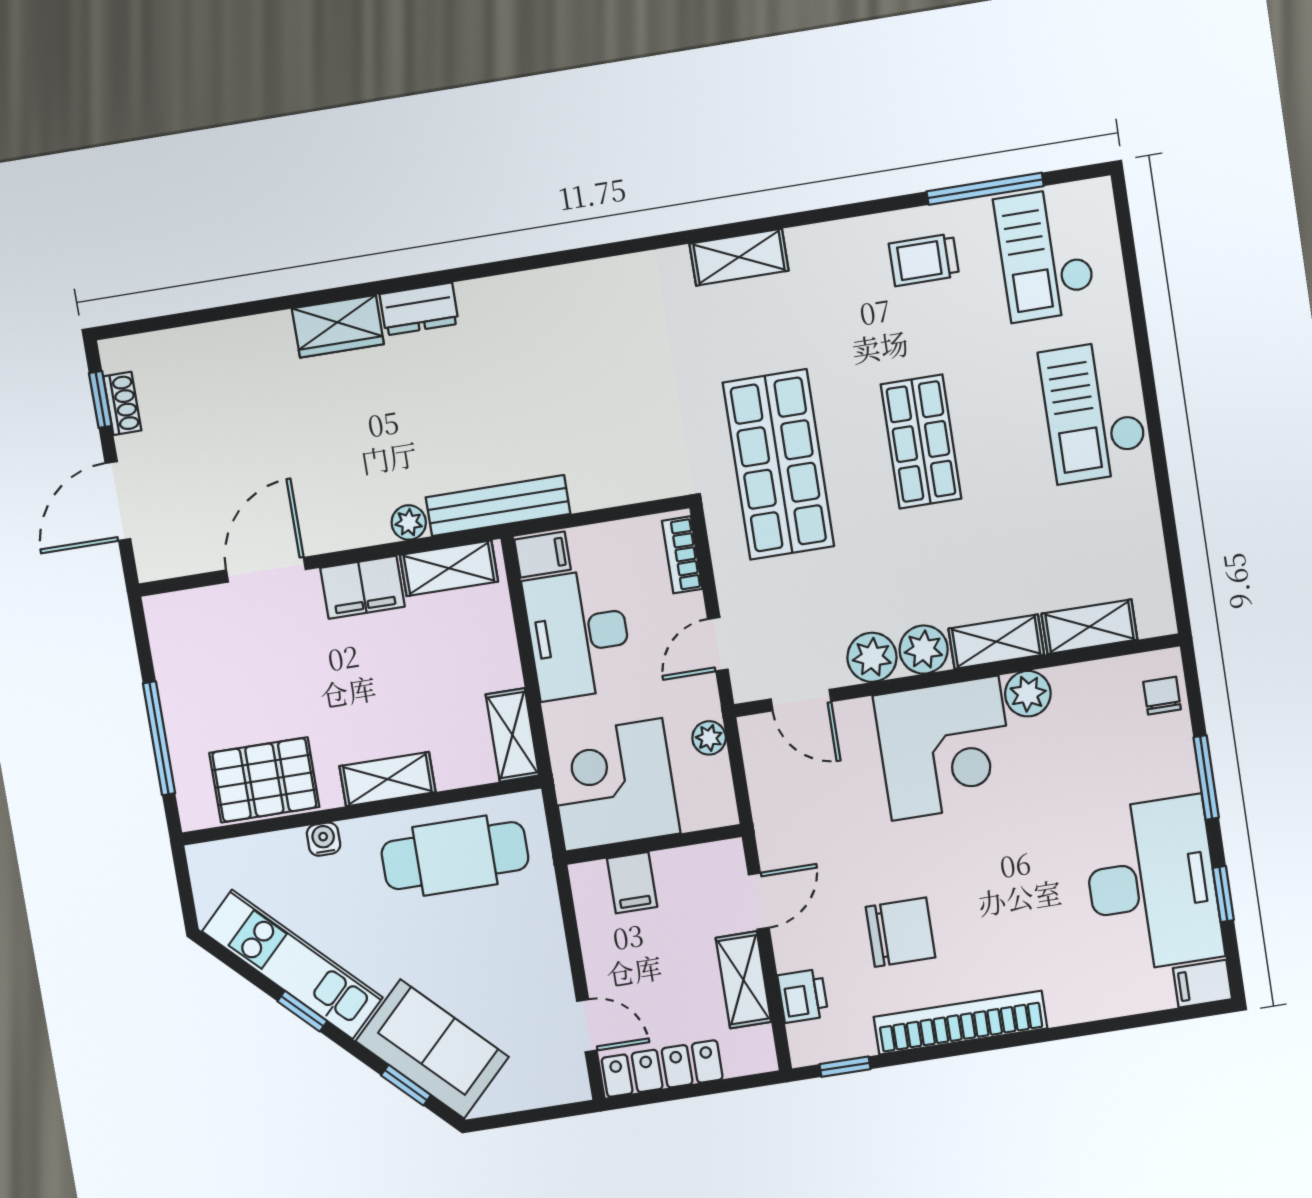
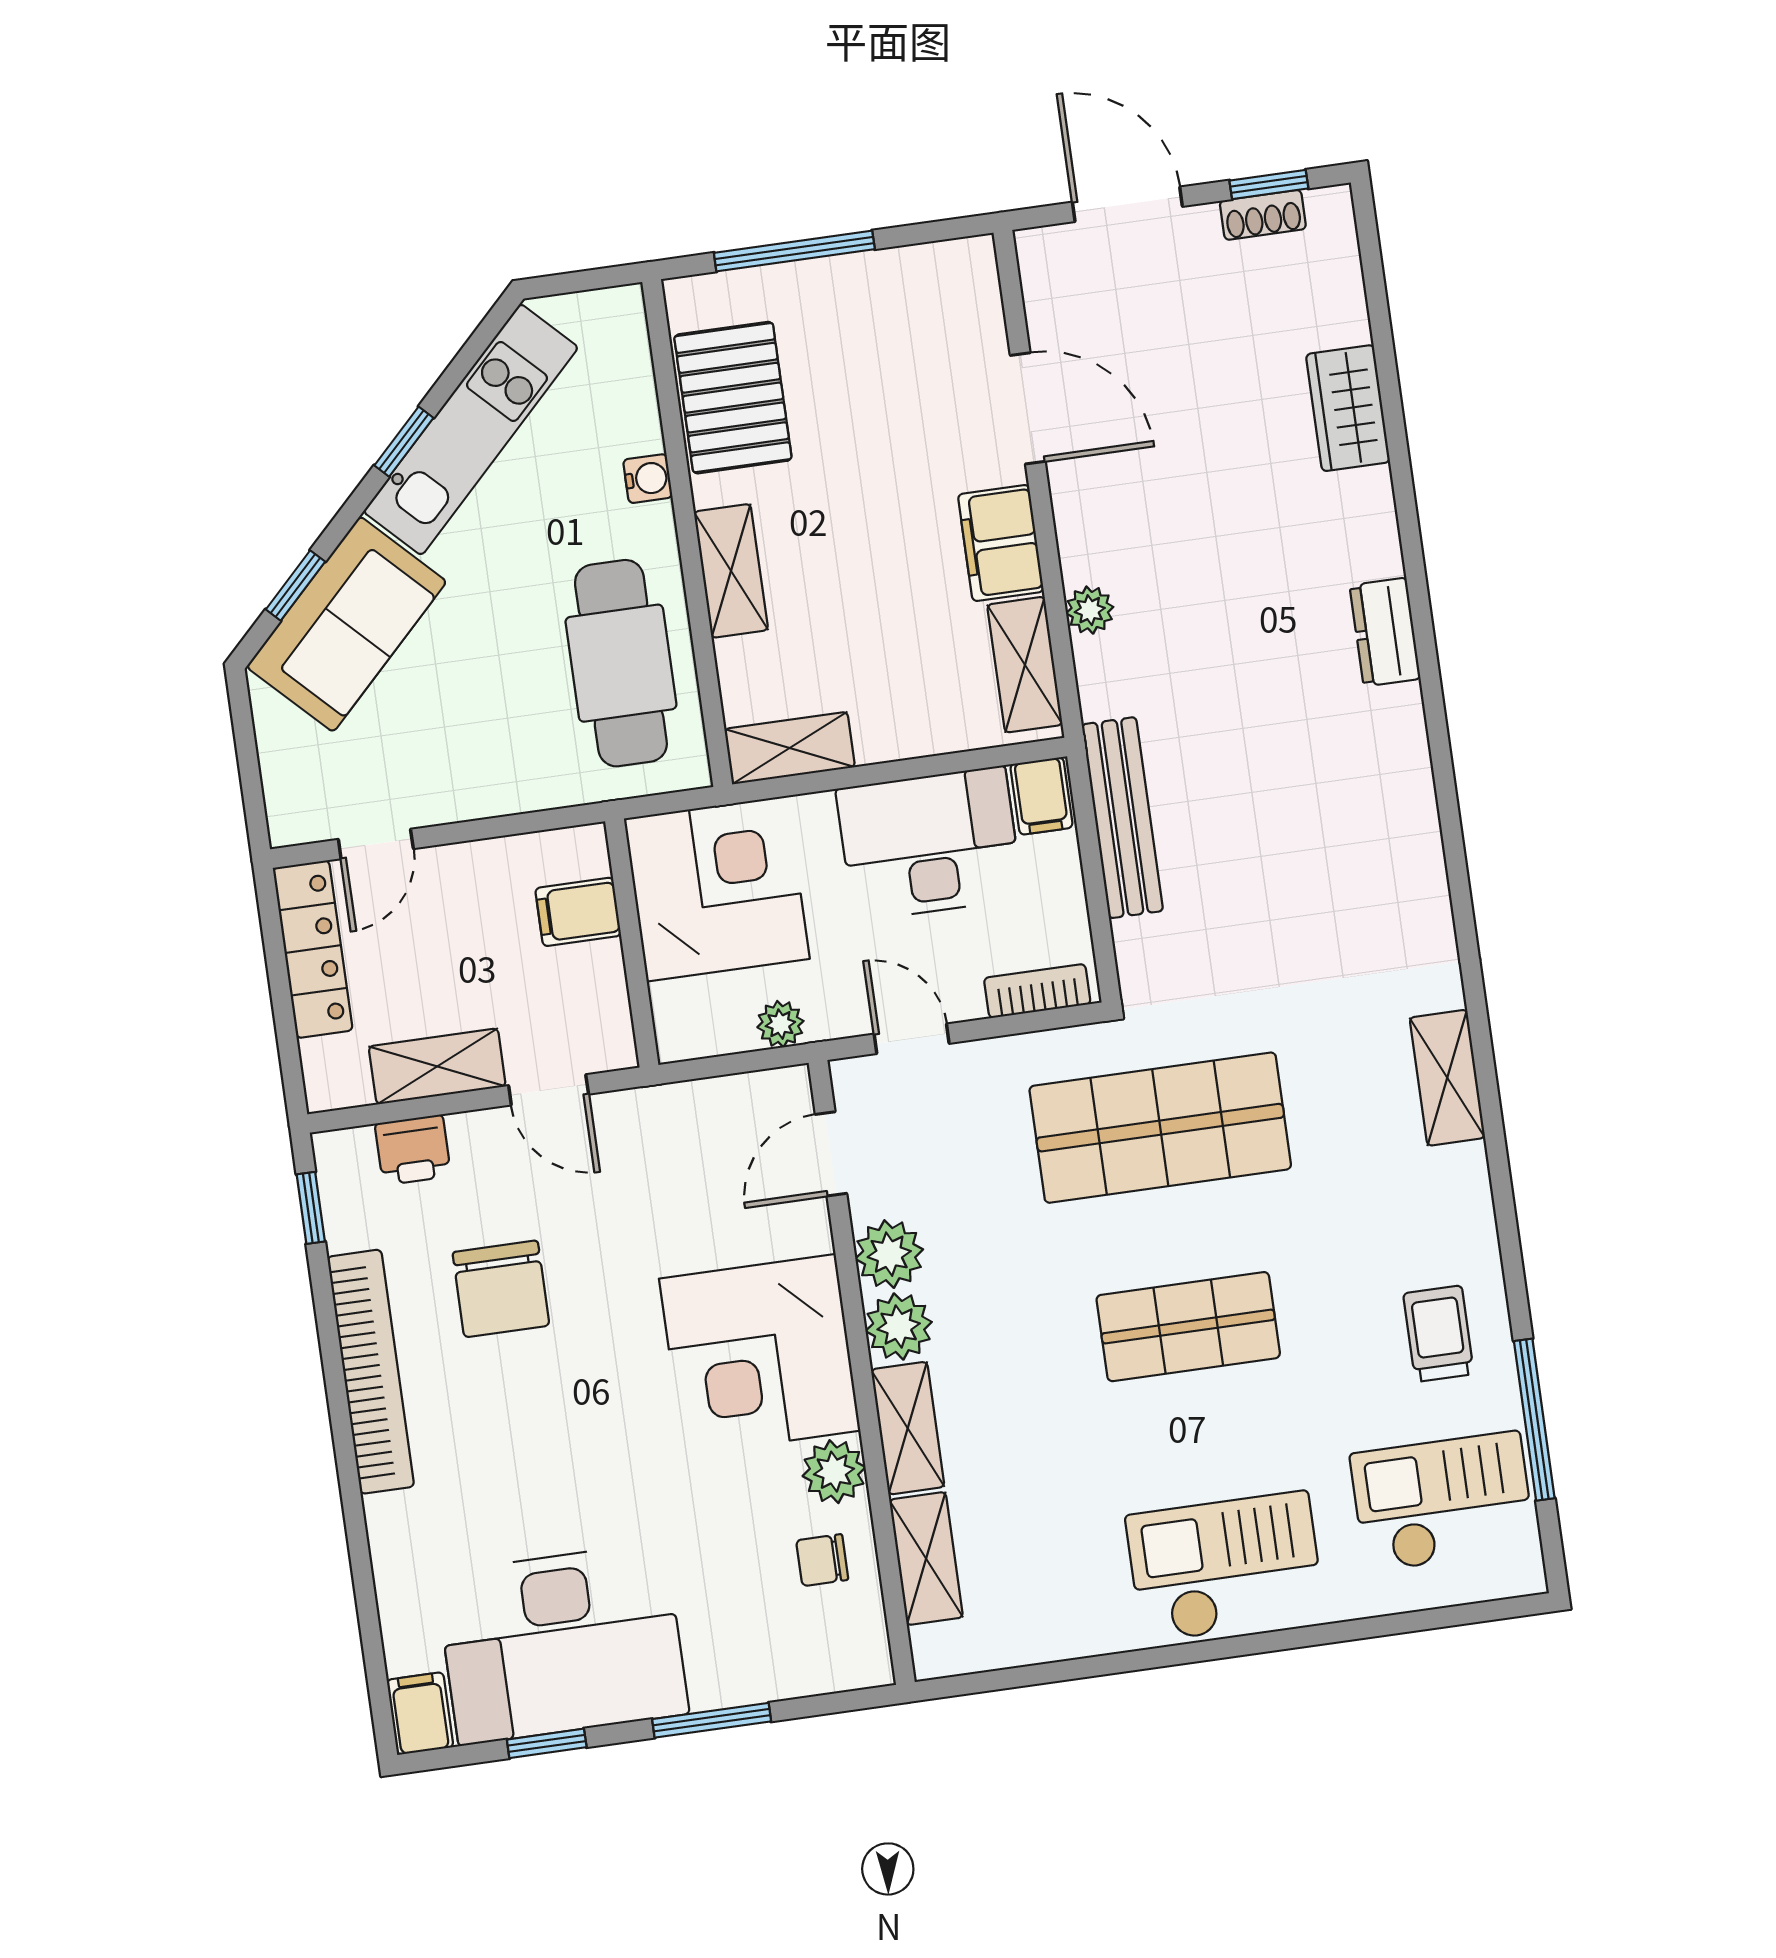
wardrobe: (338, 326) -> (1348, 408), moved
bench: (498, 506) -> (1122, 818), moved
chair: (1162, 696) -> (822, 1560), moved, turned 180

